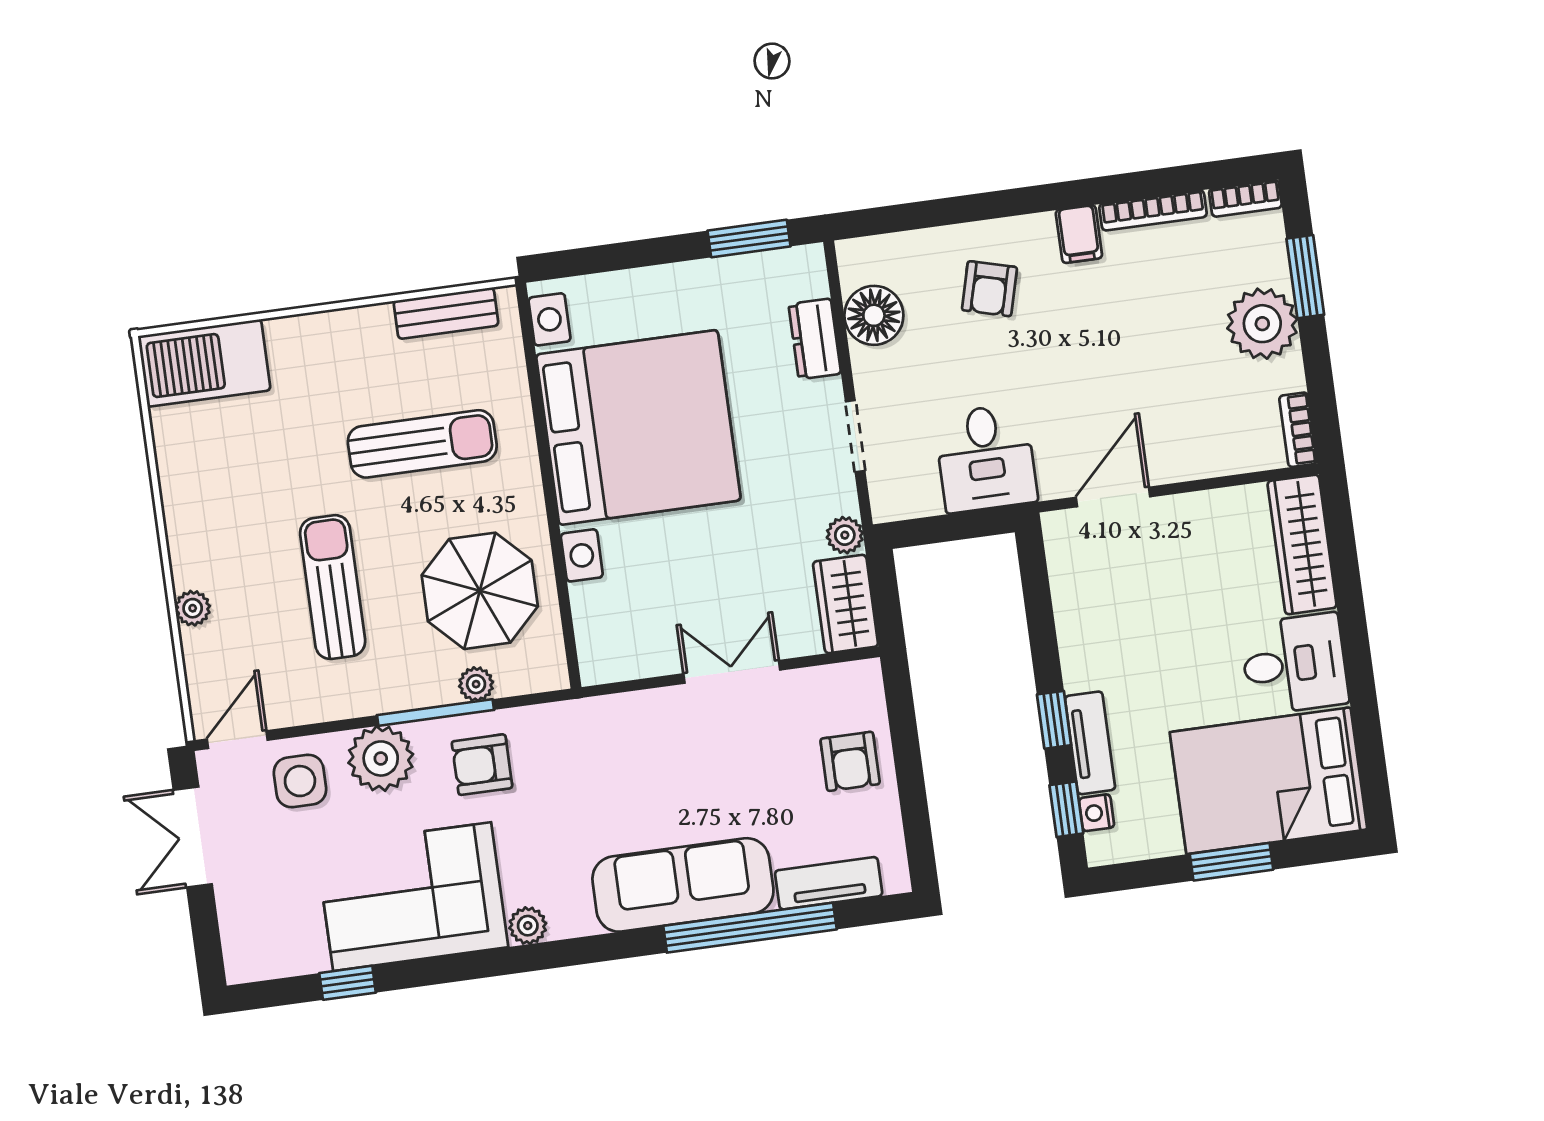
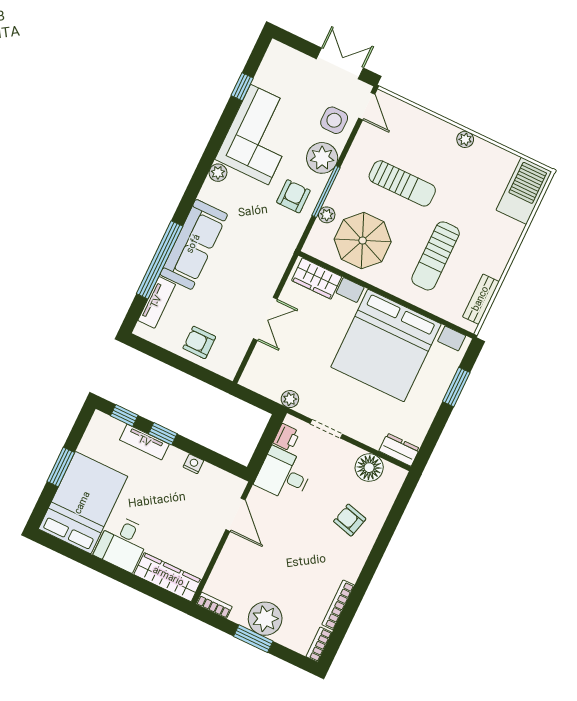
filing cabinet: (1079, 234) -> (348, 570), removed
window: (749, 239) -> (456, 387), moved
window: (1305, 277) -> (253, 639), moved
dresser: (815, 339) -> (399, 450), moved
printer: (917, 497) -> (286, 437), added
wardrobe: (846, 604) -> (317, 279), moved, turned 180
plant: (193, 608) -> (465, 139), moved
nightstand: (1097, 813) -> (193, 464), moved

